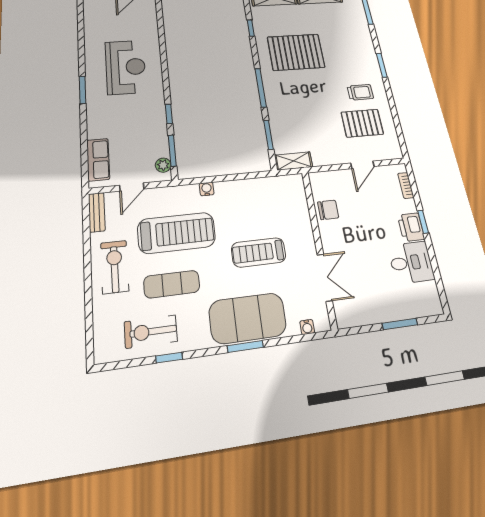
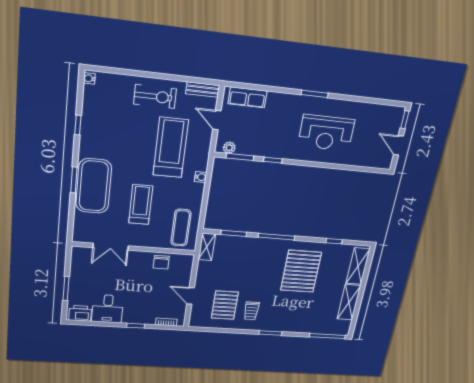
printer: (411, 227) -> (80, 313), moved
treadmill: (177, 233) -> (171, 148), turned 180
exercise mat: (172, 284) -> (181, 228), moved
water cooler: (307, 327) -> (89, 78), moved
exercise bike: (151, 332) -> (100, 115), removed

